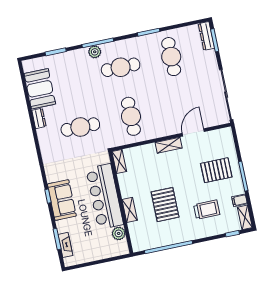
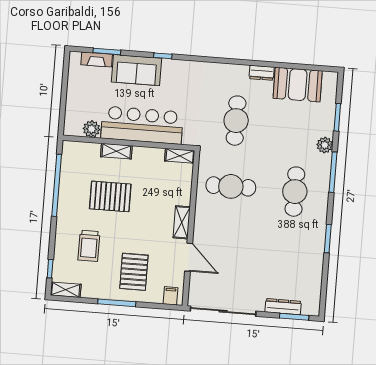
dresser: (206, 36) -> (283, 307), moved
plant: (95, 52) -> (325, 145), moved
cafe table: (171, 57) -> (290, 257), removed
sofa: (62, 200) -> (137, 70), moved
filing cabinet: (239, 200) -> (170, 296), moved

